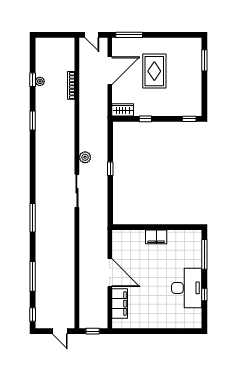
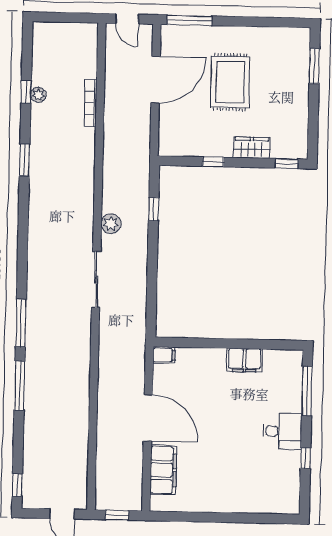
wardrobe: (123, 110) -> (252, 148), moved
window: (110, 169) -> (154, 209), moved
filing cabinet: (118, 235) -> (164, 355), added
filing cabinet: (156, 237) -> (245, 360), moved
window: (33, 276) -> (20, 386), moved
desk: (187, 288) -> (282, 431), width x0.53, depth x0.77

